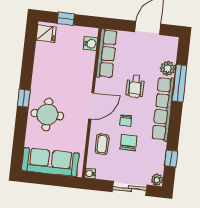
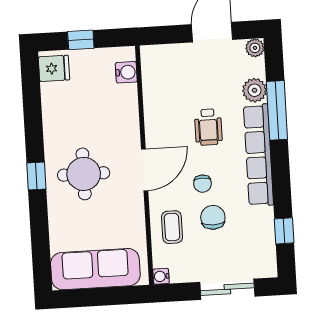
row of seats: (107, 54) -> (154, 83), removed
round table: (47, 114) -> (84, 174), moved
plant: (157, 180) -> (255, 48), moved

